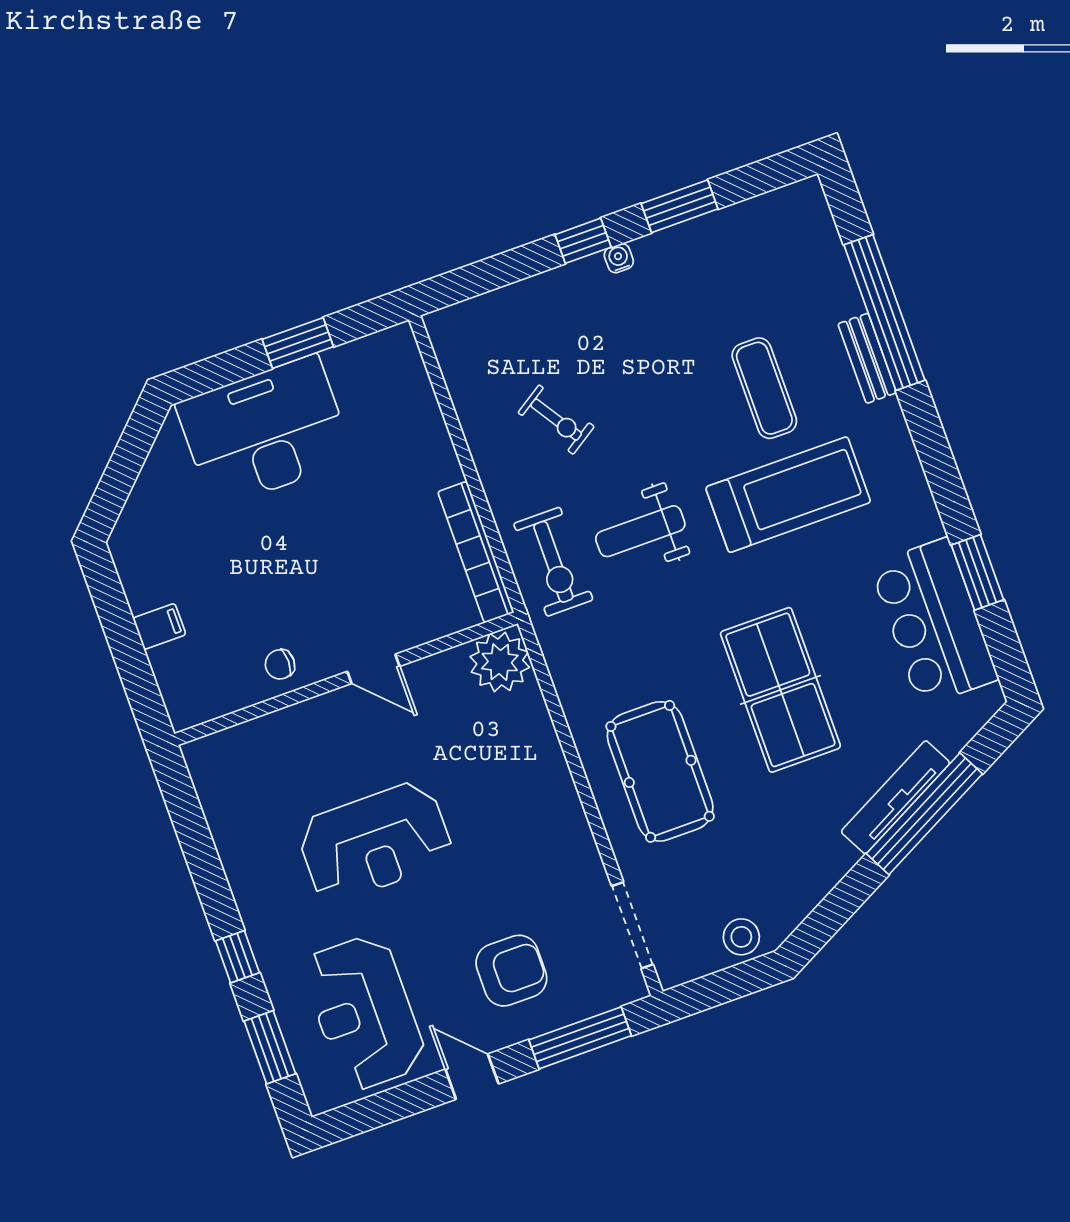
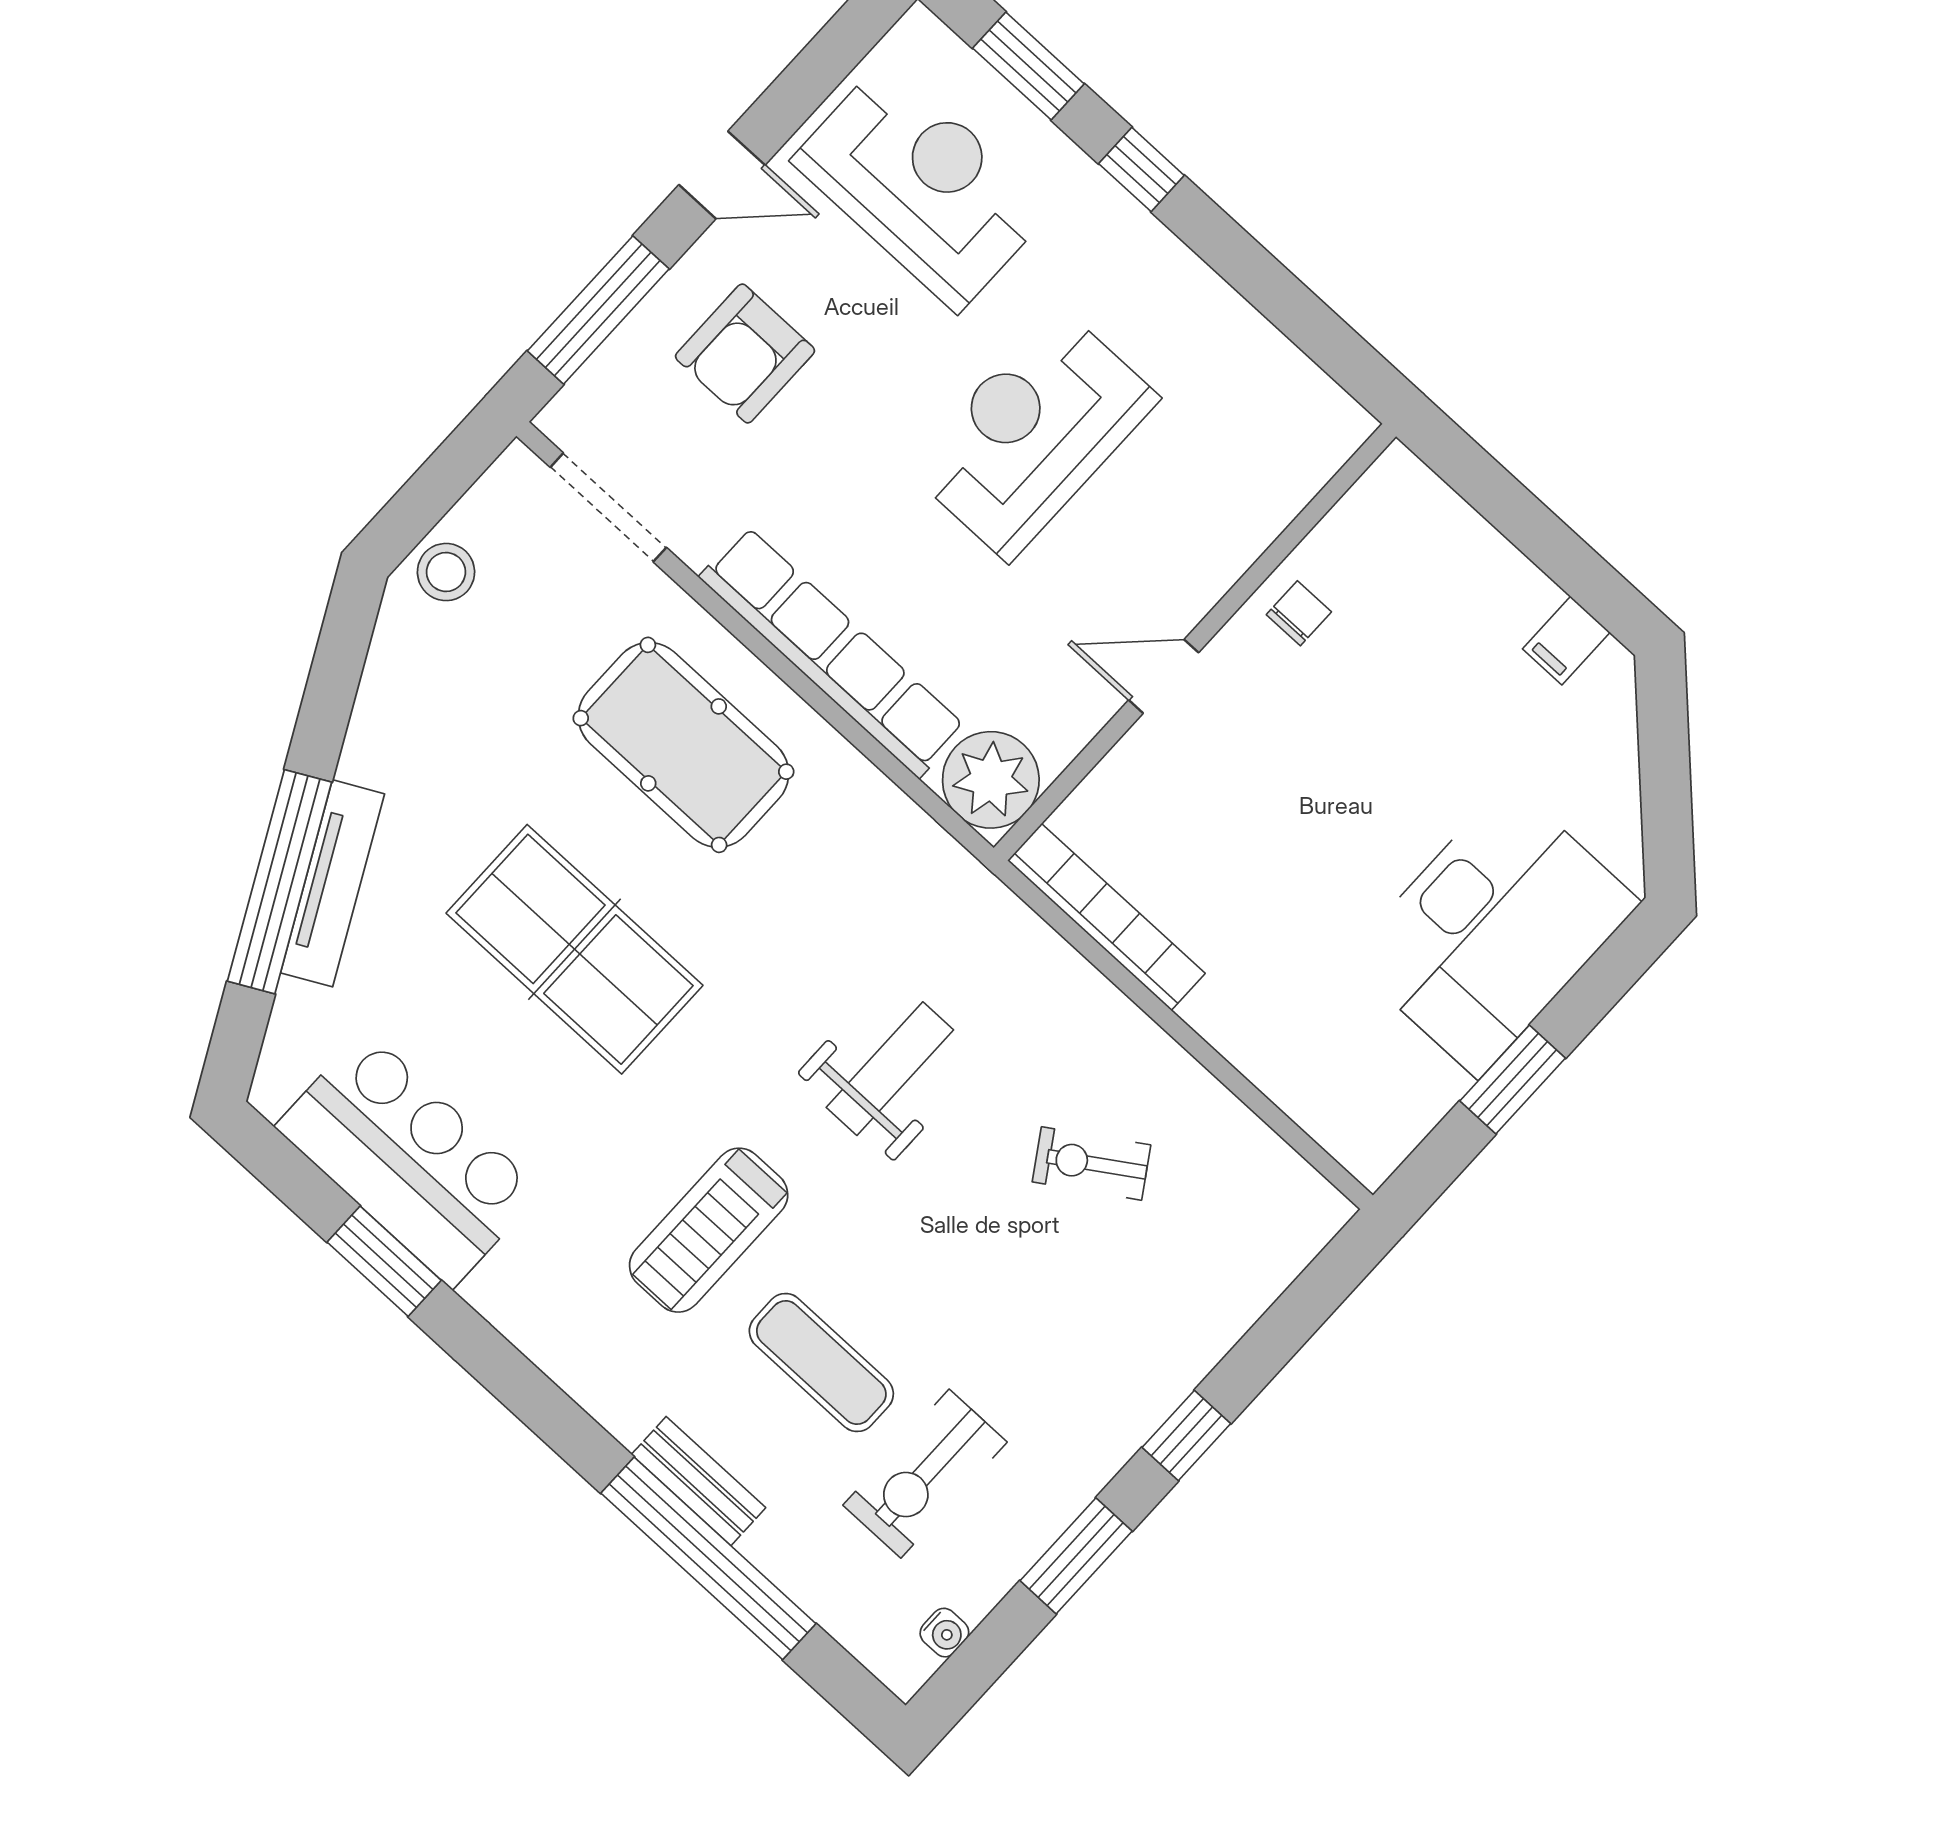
water cooler: (619, 258) -> (944, 1633), moved
treadmill: (788, 495) -> (709, 1230), width x0.73, depth x0.73
exercise bike: (553, 562) -> (925, 1474), moved, turned -90
filing cabinet: (159, 626) -> (1566, 641), moved
row of seats: (550, 779) -> (832, 652), added

